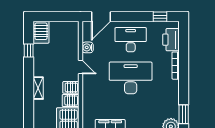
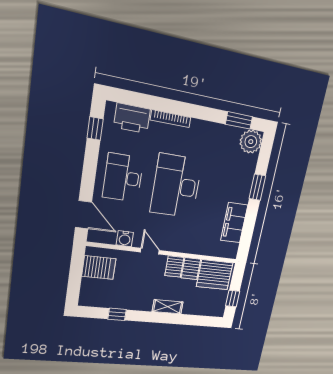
server rack: (41, 32) -> (99, 267), moved
door: (80, 67) -> (150, 251), hinge flipped

